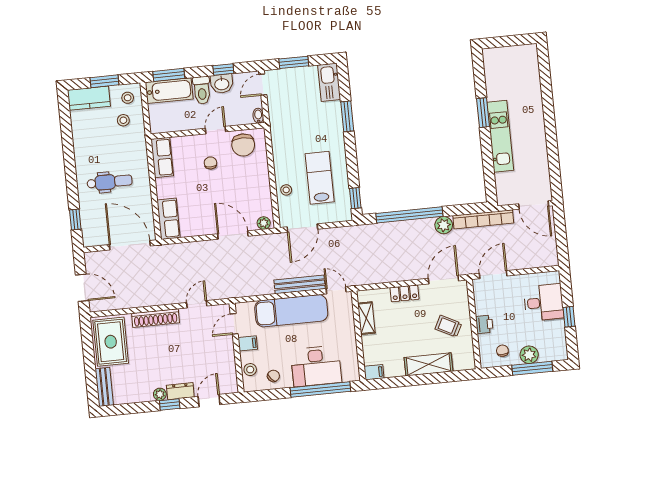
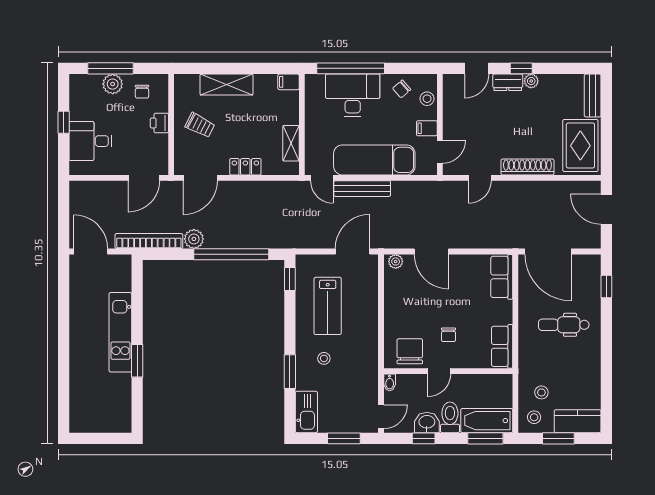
stool: (286, 190) -> (324, 358), moved

